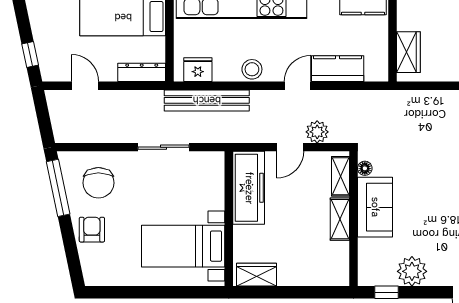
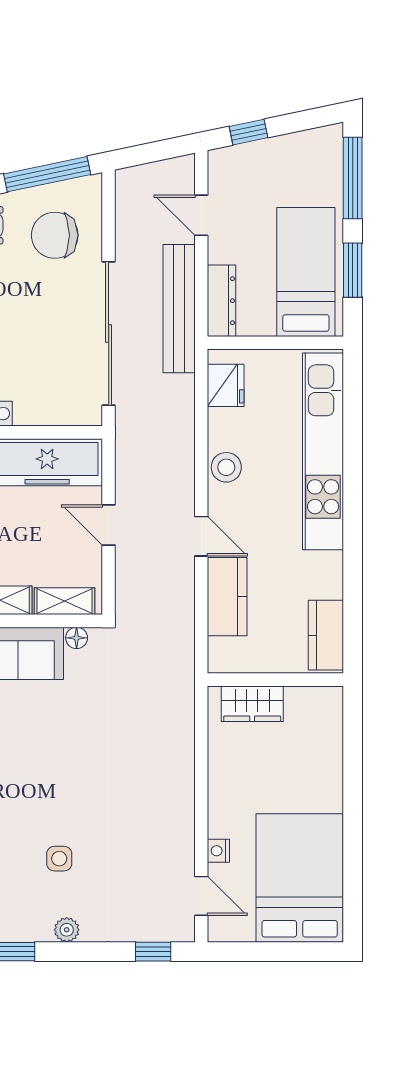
door: (85, 86) -> (201, 215), swing flipped
bench: (207, 100) -> (179, 309), moved
plant: (317, 132) -> (132, 566), removed
sliding door: (163, 147) -> (109, 334), width x1.86

